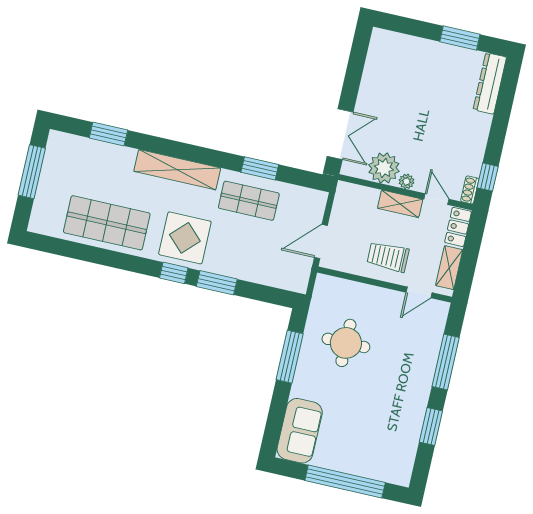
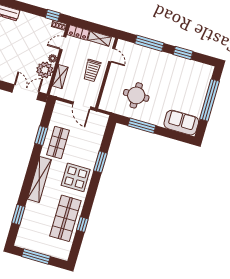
shelving: (400, 204) -> (60, 77), moved
window: (174, 273) -> (82, 225), moved

